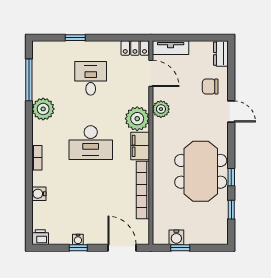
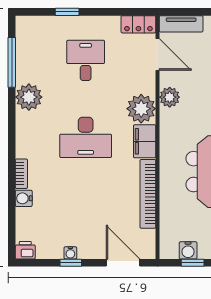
bookcase: (37, 158) -> (21, 174), moved

